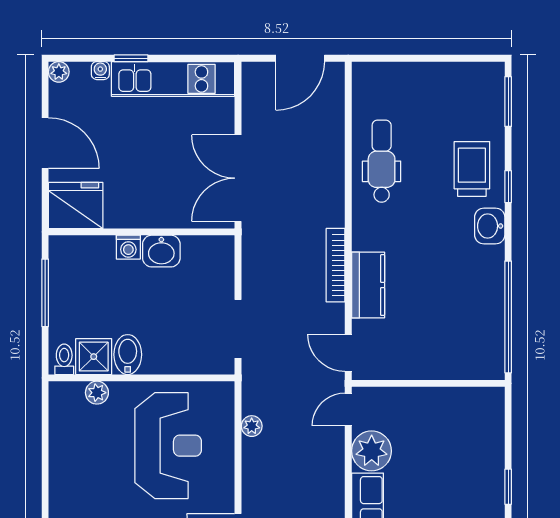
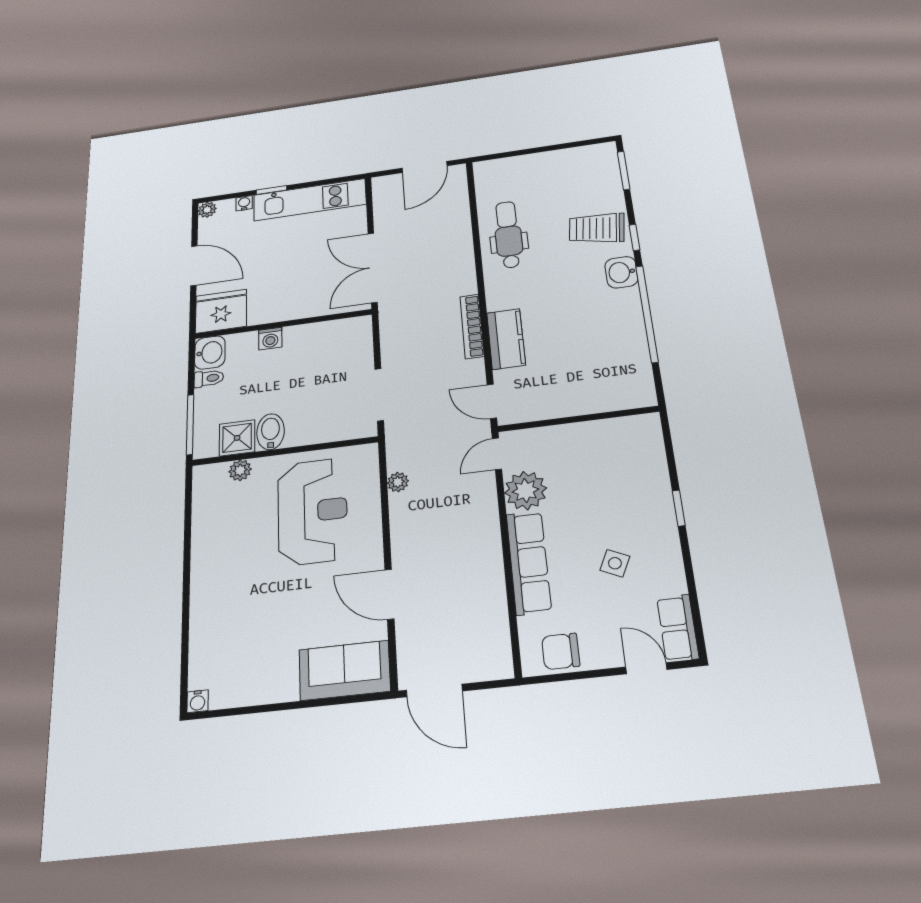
trolley: (472, 169) -> (597, 228), turned -83
washbasin: (161, 251) -> (210, 353), moved, turned -90
window: (45, 293) -> (190, 424), moved
window: (508, 317) -> (647, 314), moved
toilet: (64, 359) -> (209, 378), moved, turned 90

